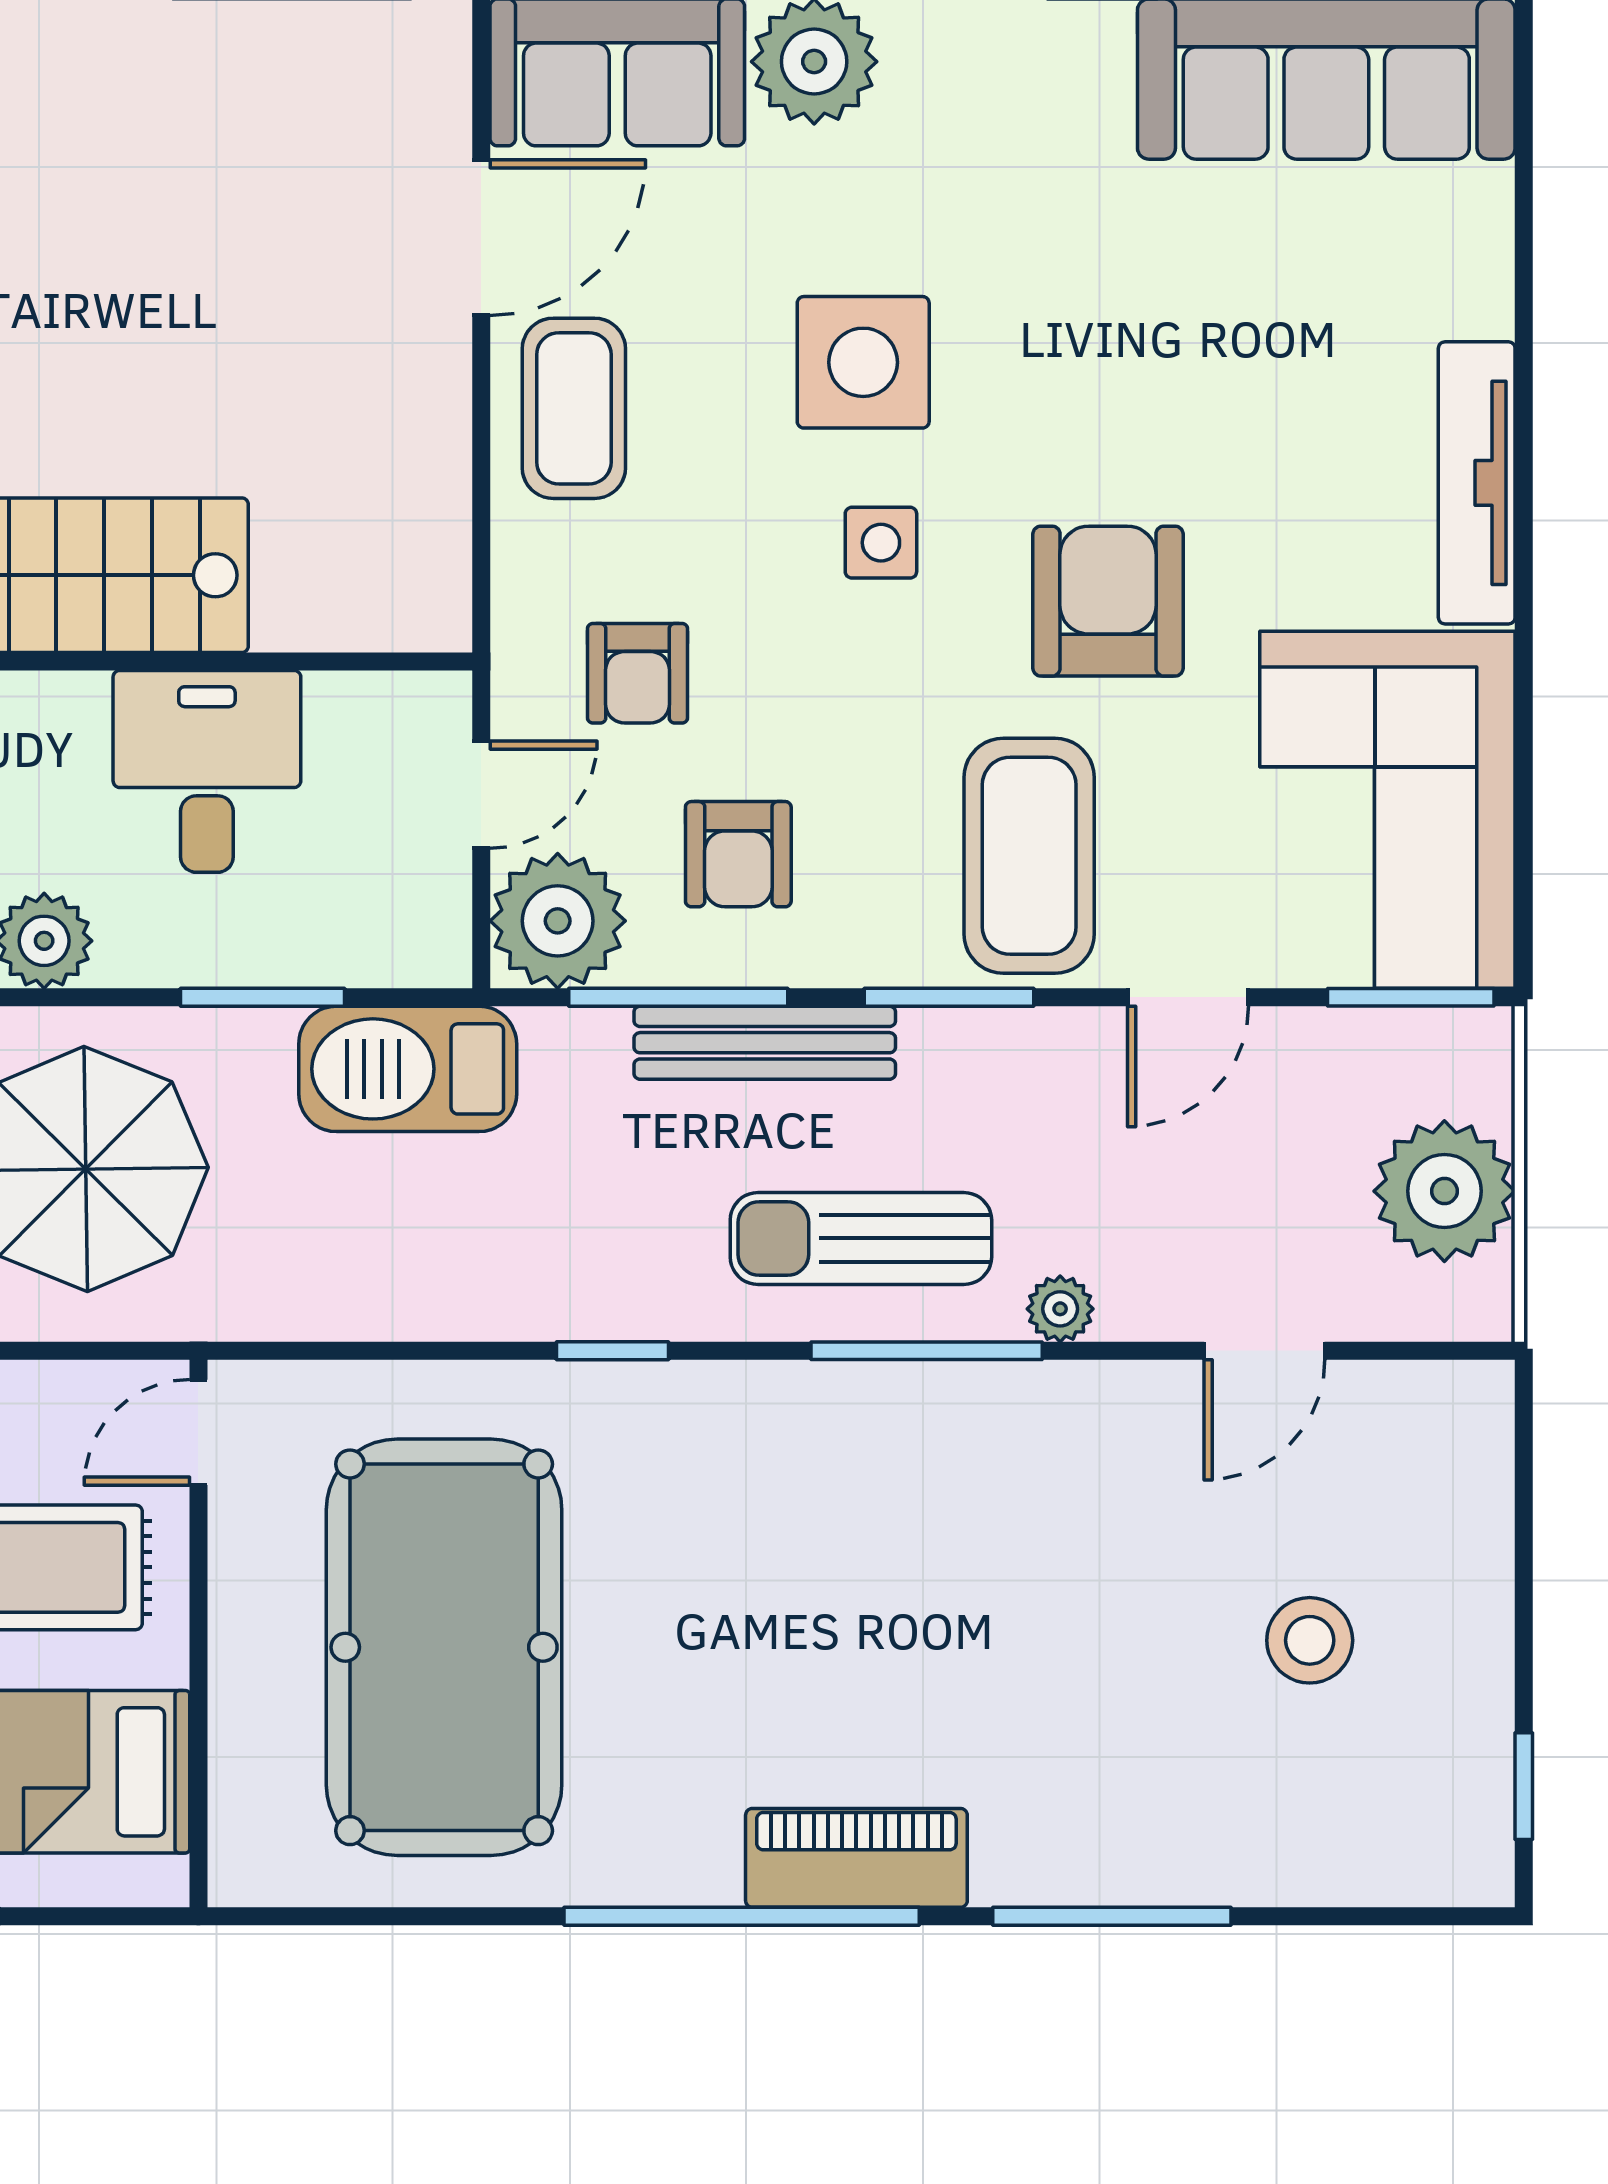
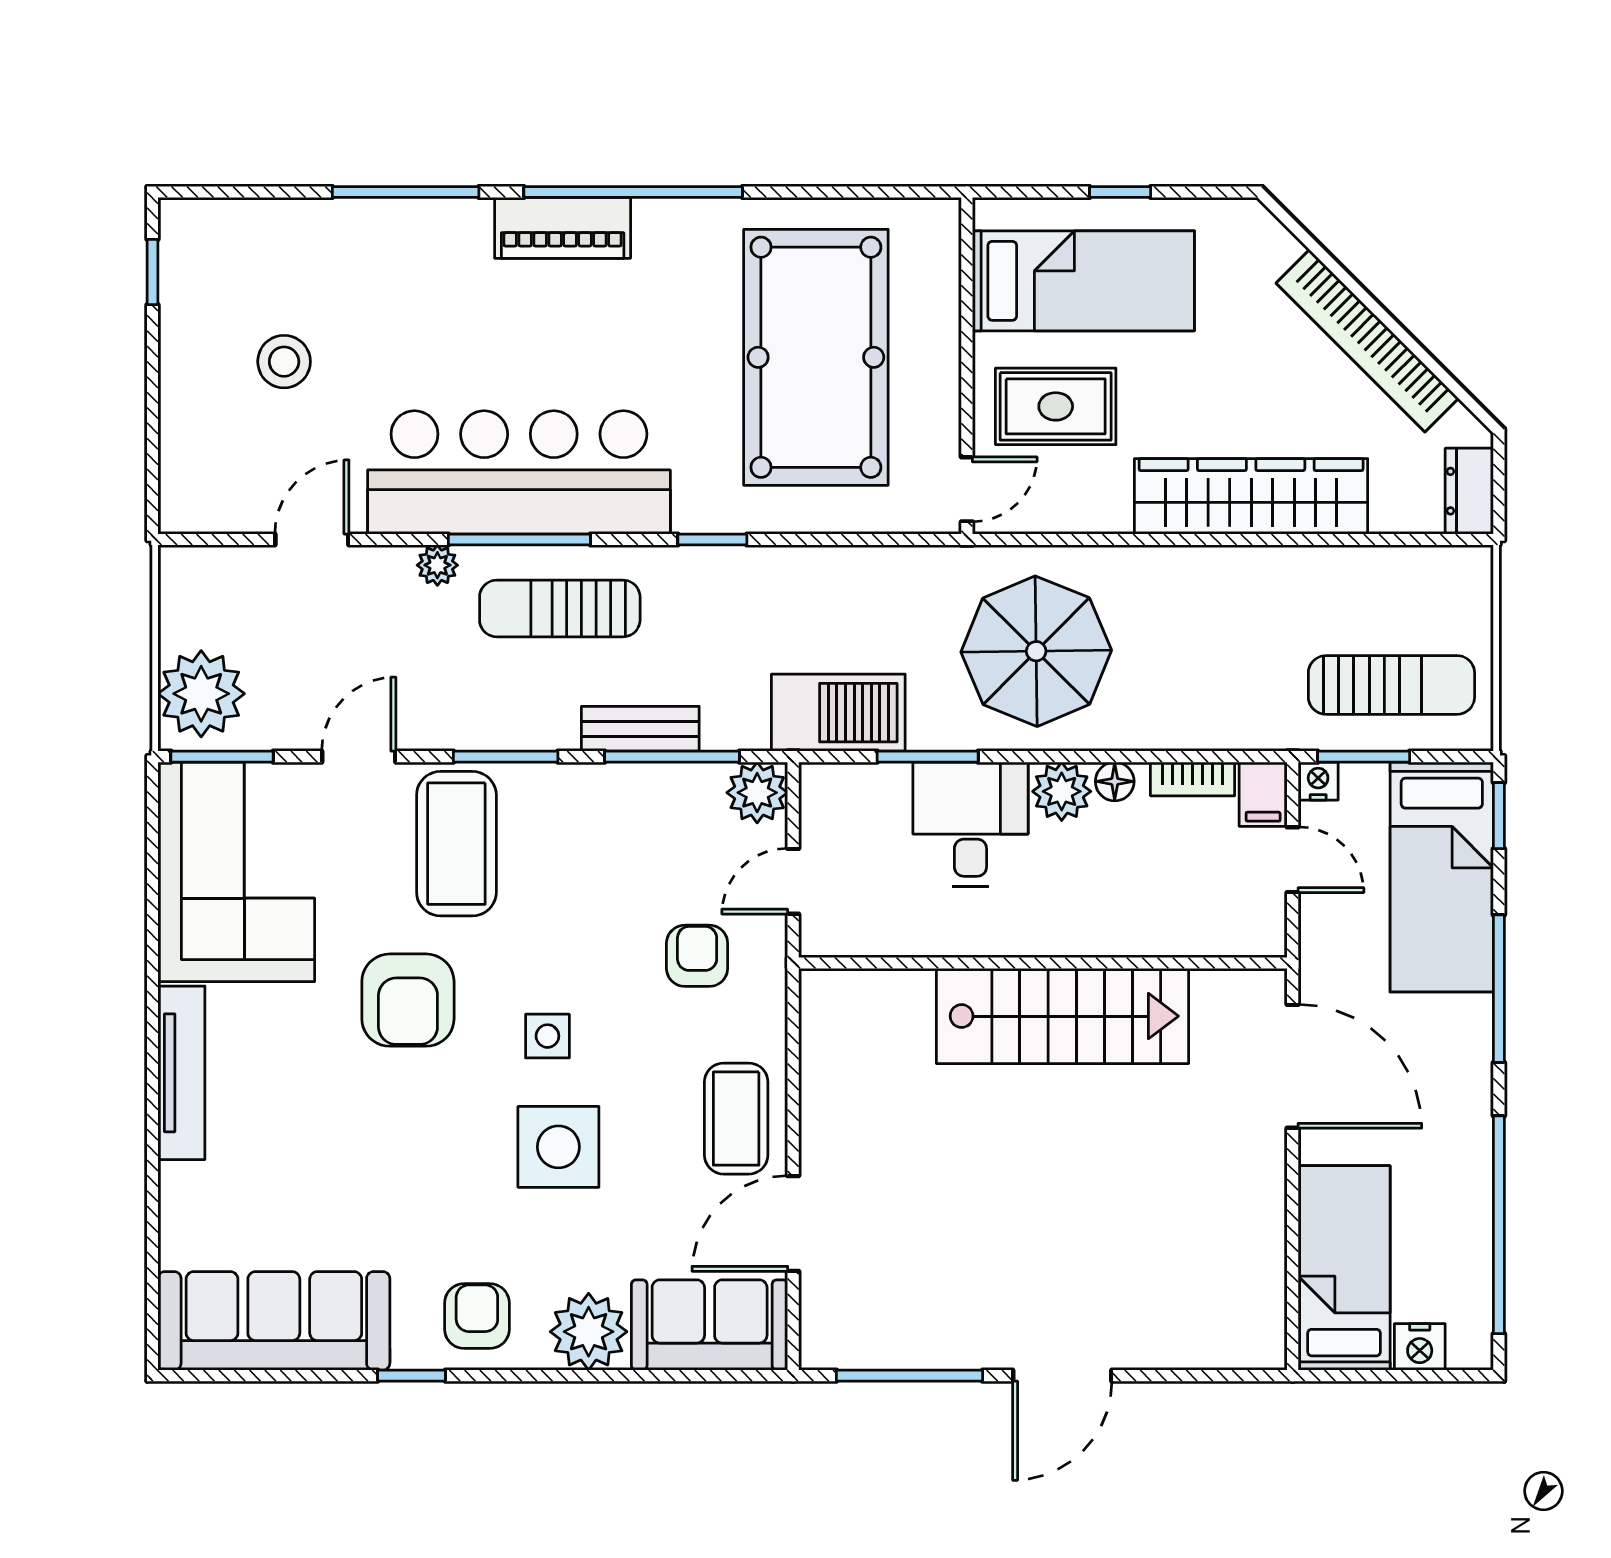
desk: (207, 771) -> (970, 824), moved, turned 180
armchair: (738, 854) -> (477, 1316), moved
plant: (558, 921) -> (757, 793), width x0.73, depth x0.73
bench: (765, 1043) -> (640, 729), width x0.73
plant: (1444, 1191) -> (201, 694), moved
sun lounger: (861, 1238) -> (560, 608), turned 180
bar counter: (927, 1460) -> (519, 472), added

